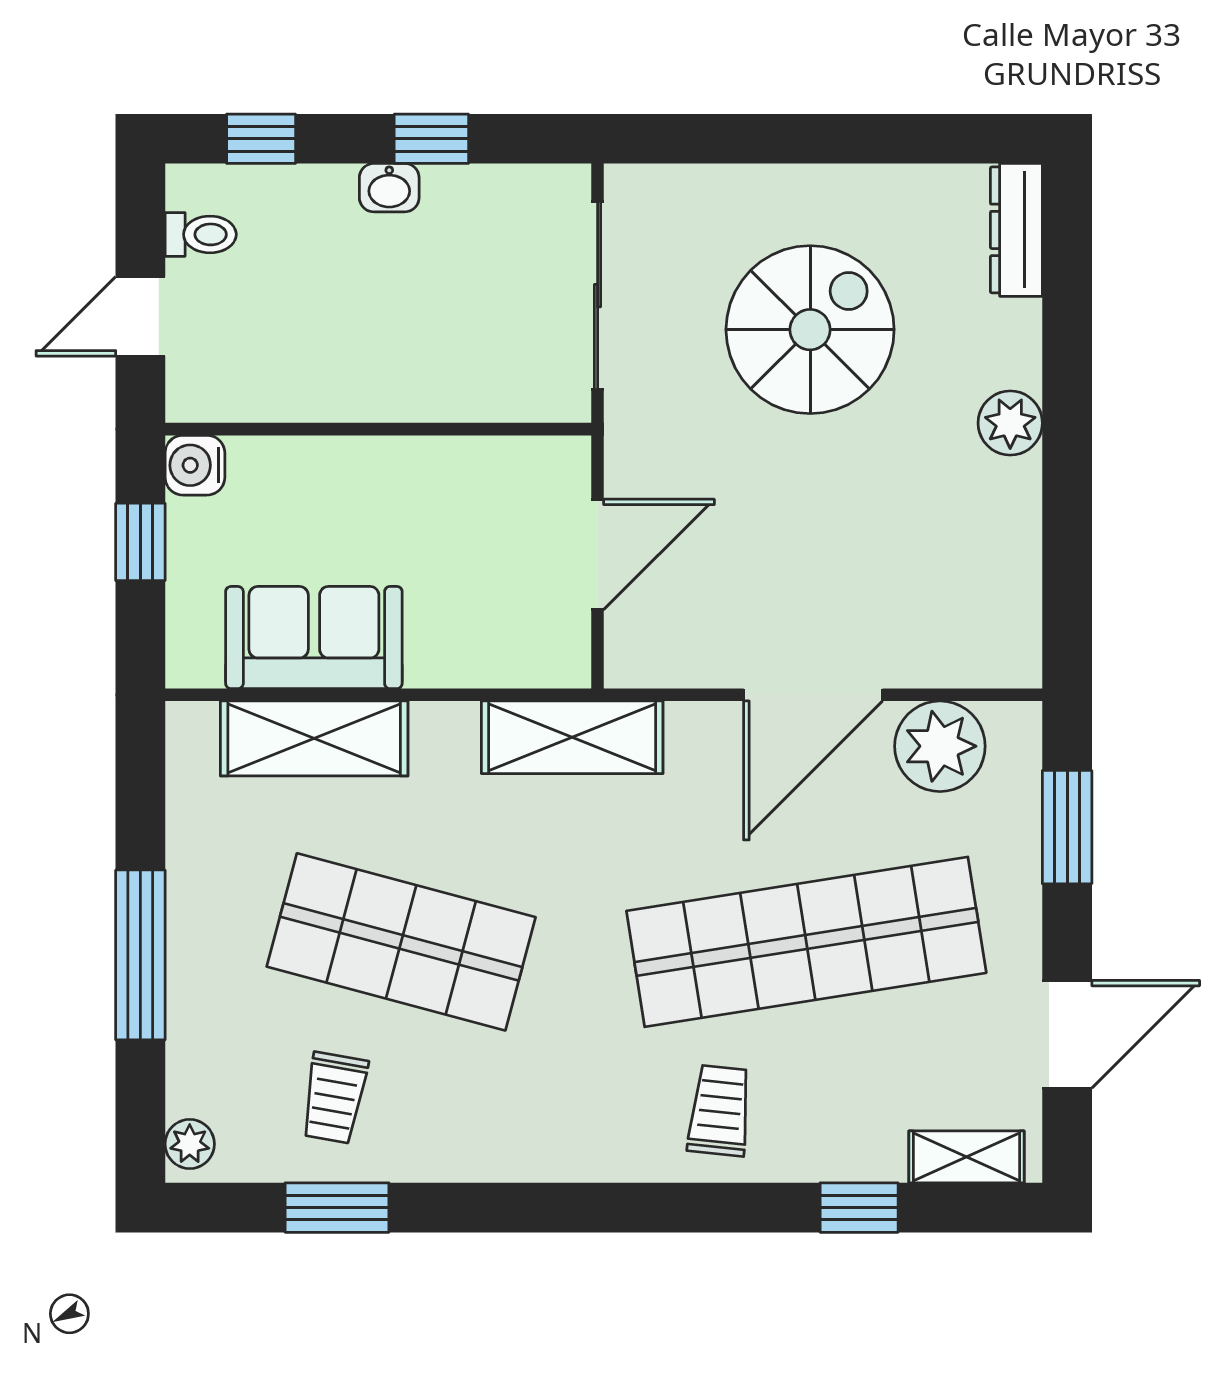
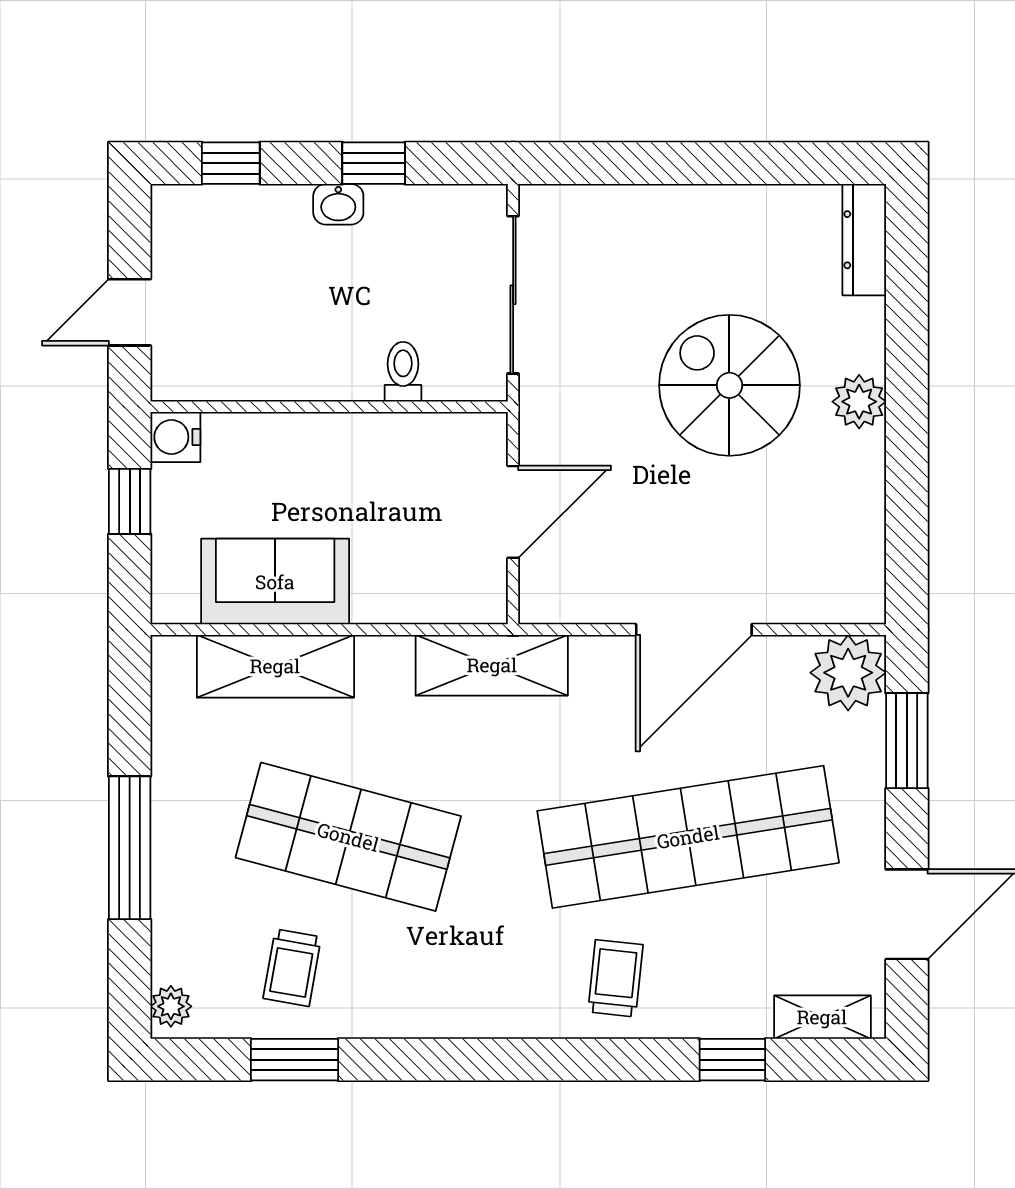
toilet: (201, 234) -> (403, 372), moved, turned -90
spiral stairs: (810, 330) -> (729, 385), moved, turned -90
plant: (940, 746) -> (848, 673), moved

